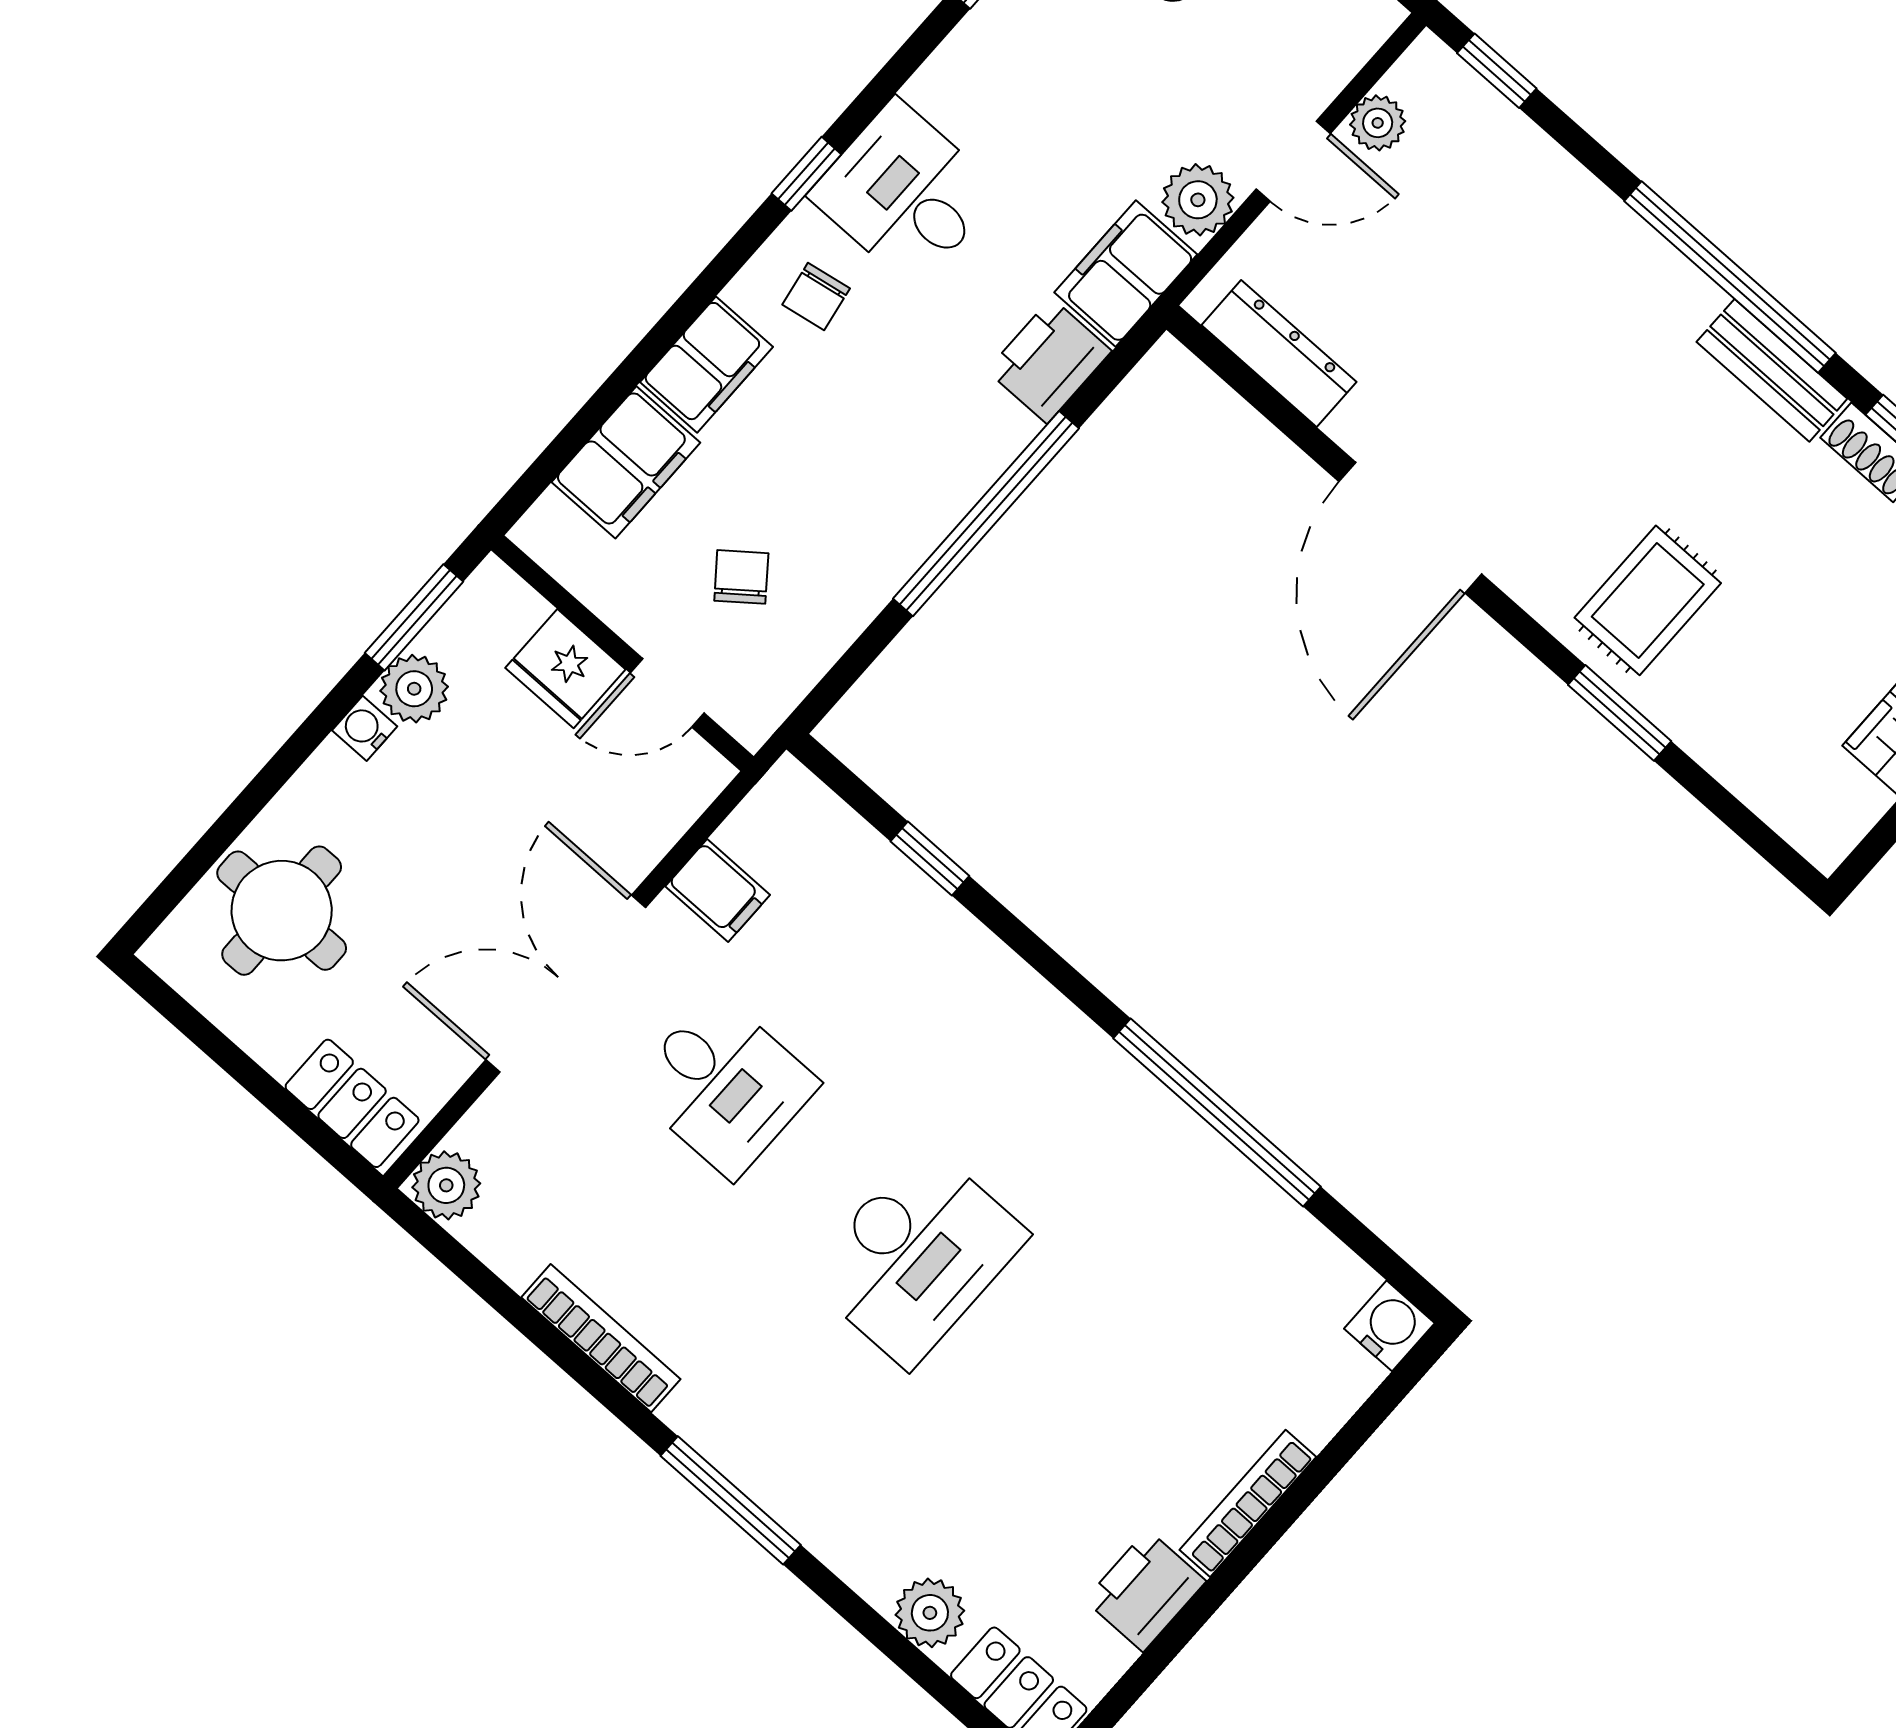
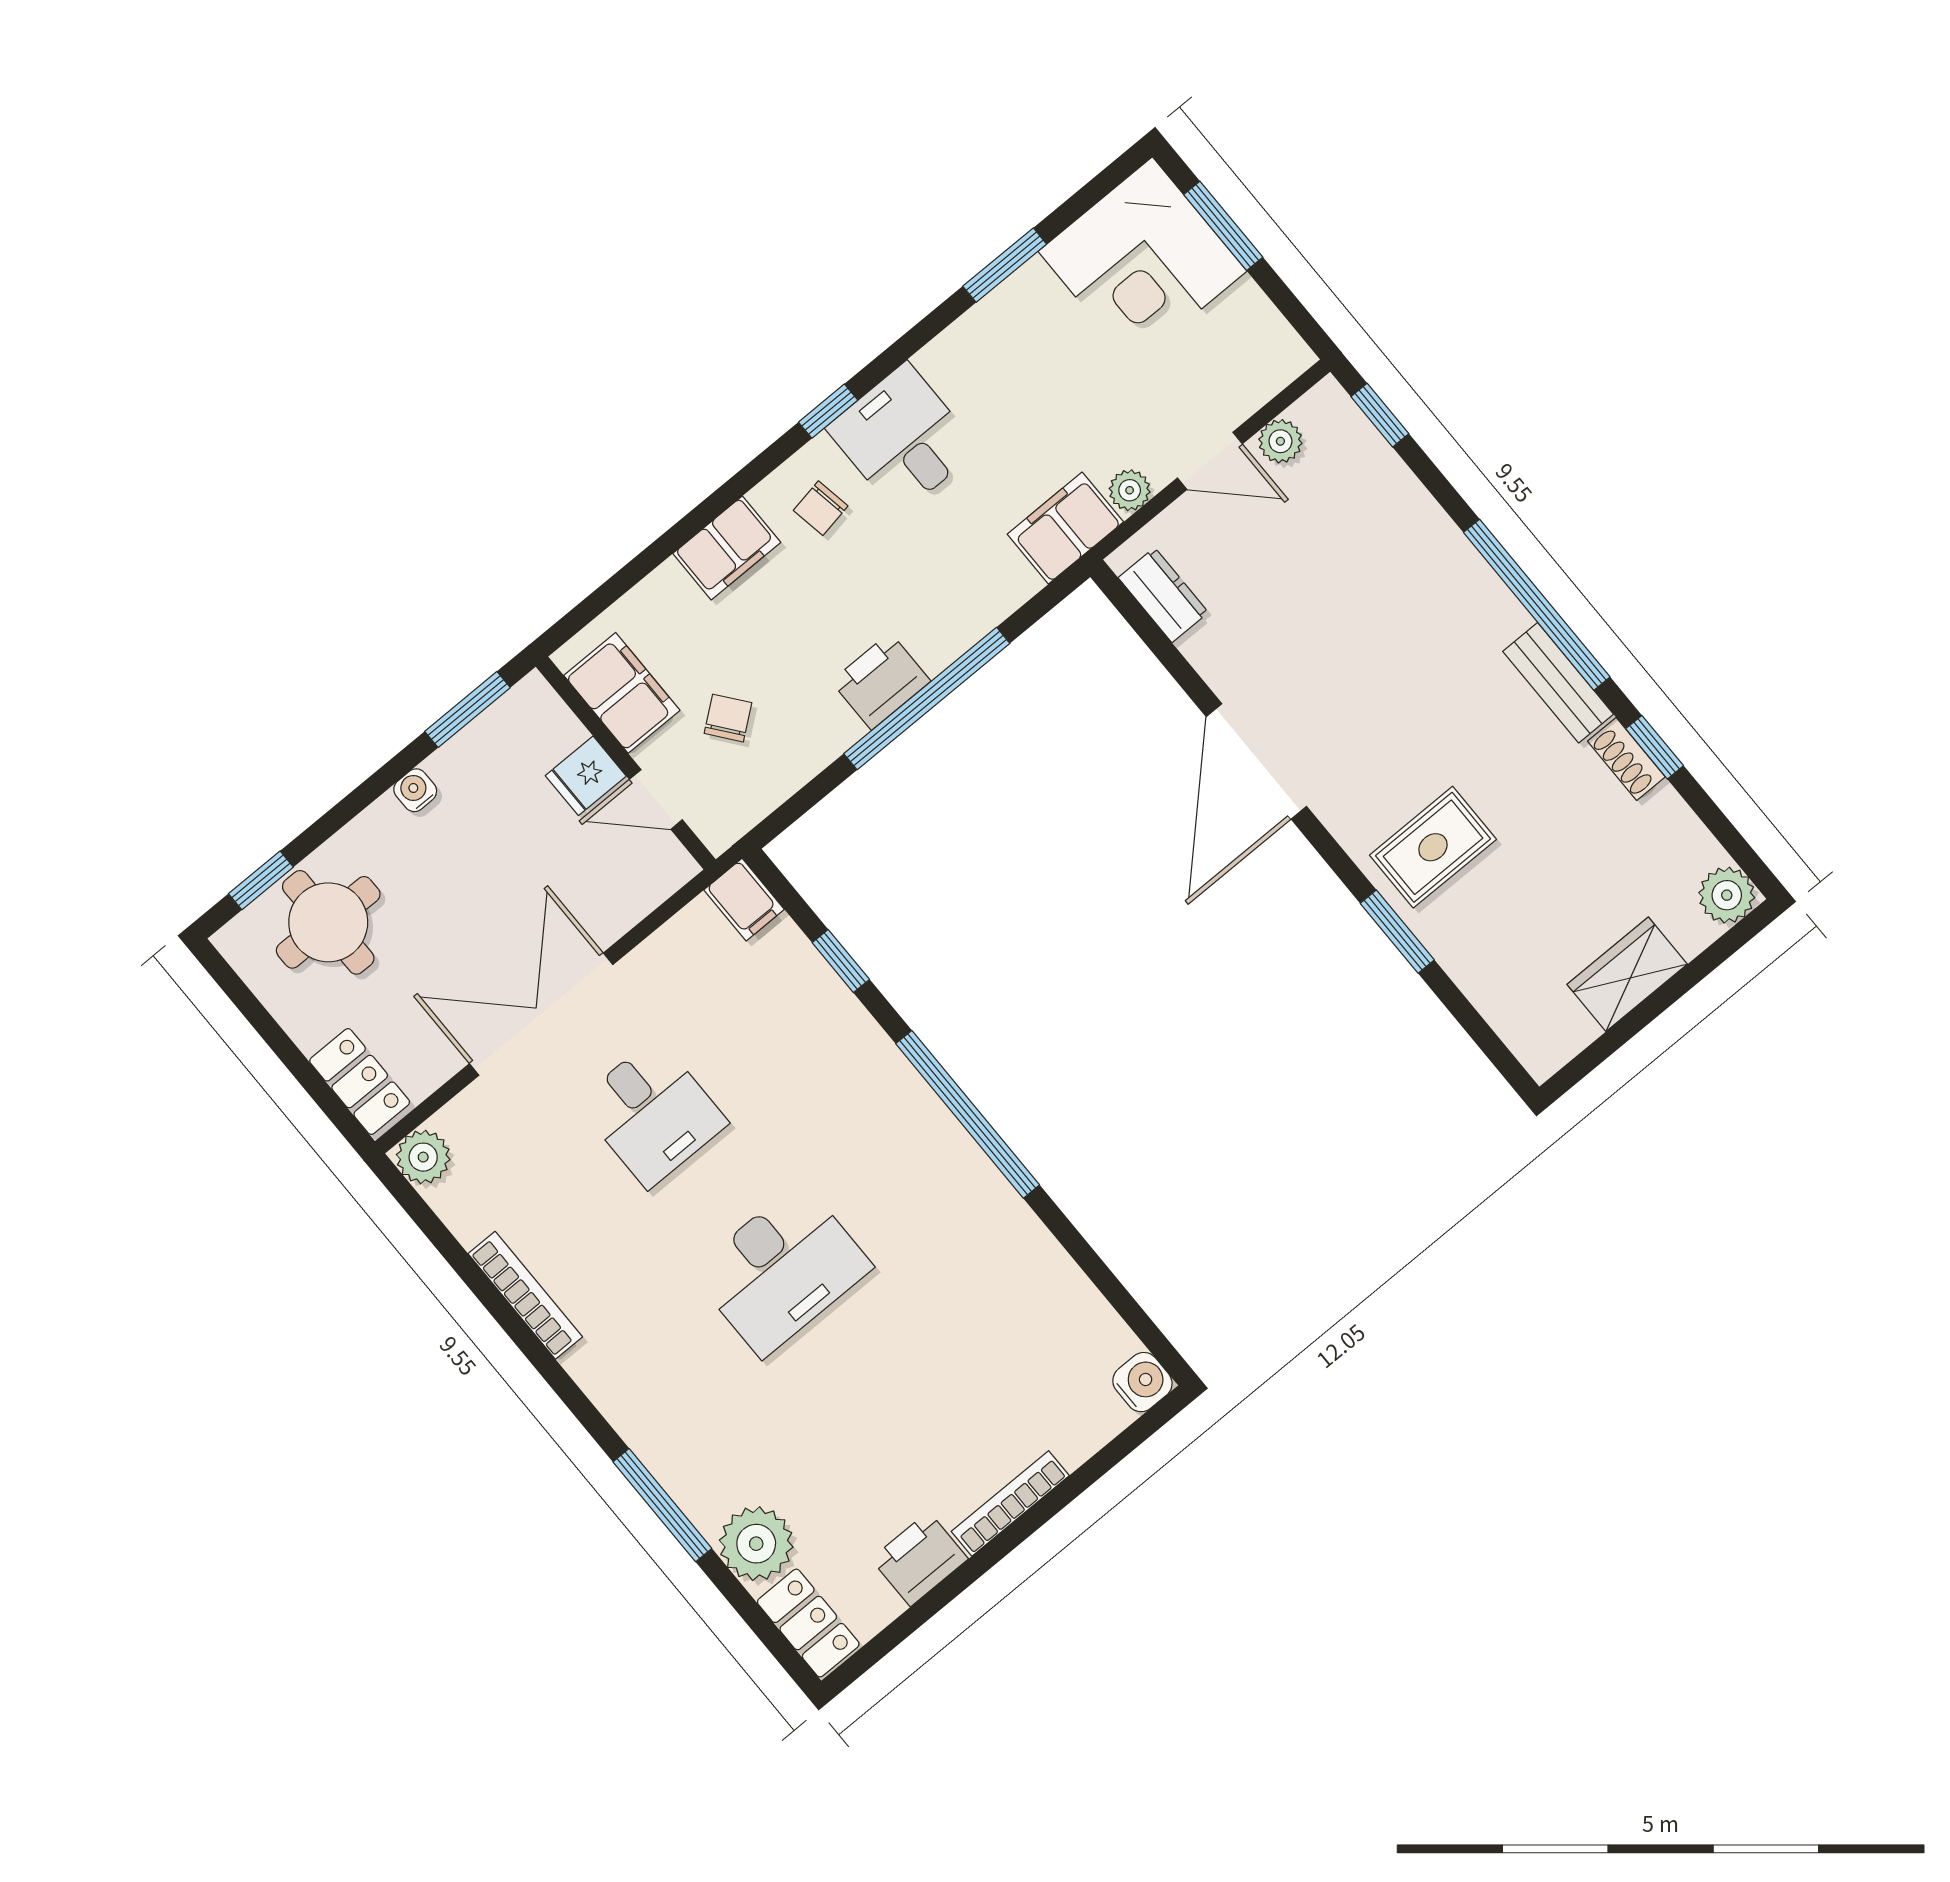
plant: (1198, 200) -> (1130, 490), width x0.73, depth x0.73
dresser: (1279, 354) -> (1163, 595), width x0.70
printer: (1049, 361) -> (881, 681), moved
filing cabinet: (626, 462) -> (622, 693), moved, turned -90
fridge: (565, 669) -> (586, 776), width x0.72
plant: (414, 689) -> (459, 765), removed
window: (189, 871) -> (261, 880), added
filing cabinet: (718, 891) -> (744, 900), moved
window: (1217, 1113) -> (968, 1114), moved
window: (731, 1500) -> (662, 1505), moved
plant: (930, 1613) -> (756, 1544), width x1.36, depth x1.36

